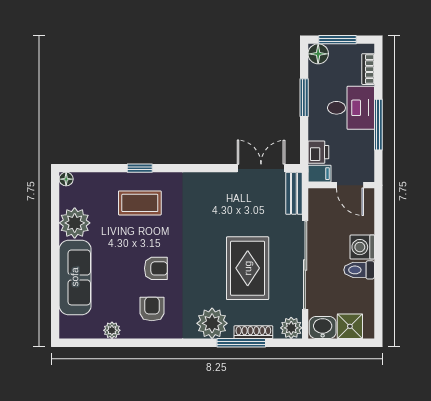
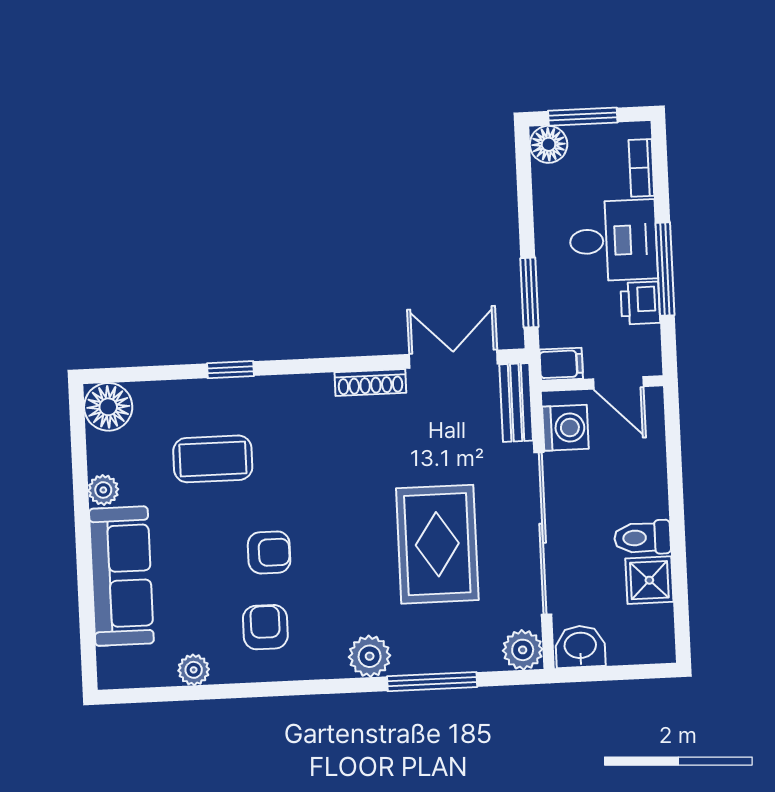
window: (304, 98) -> (529, 293), moved
printer: (318, 152) -> (640, 303), moved, turned 180
floor lamp: (66, 179) -> (108, 407), width x1.89, depth x1.89
coffee table: (140, 203) -> (213, 459), moved
plant: (75, 223) -> (103, 490), width x0.53, depth x0.53
washing machine: (362, 247) -> (565, 428), moved, turned 180
plant: (212, 323) -> (370, 656), width x0.73, depth x0.73
shower: (350, 326) -> (649, 580), moved
shoe rack: (253, 332) -> (370, 383), moved, turned 180

